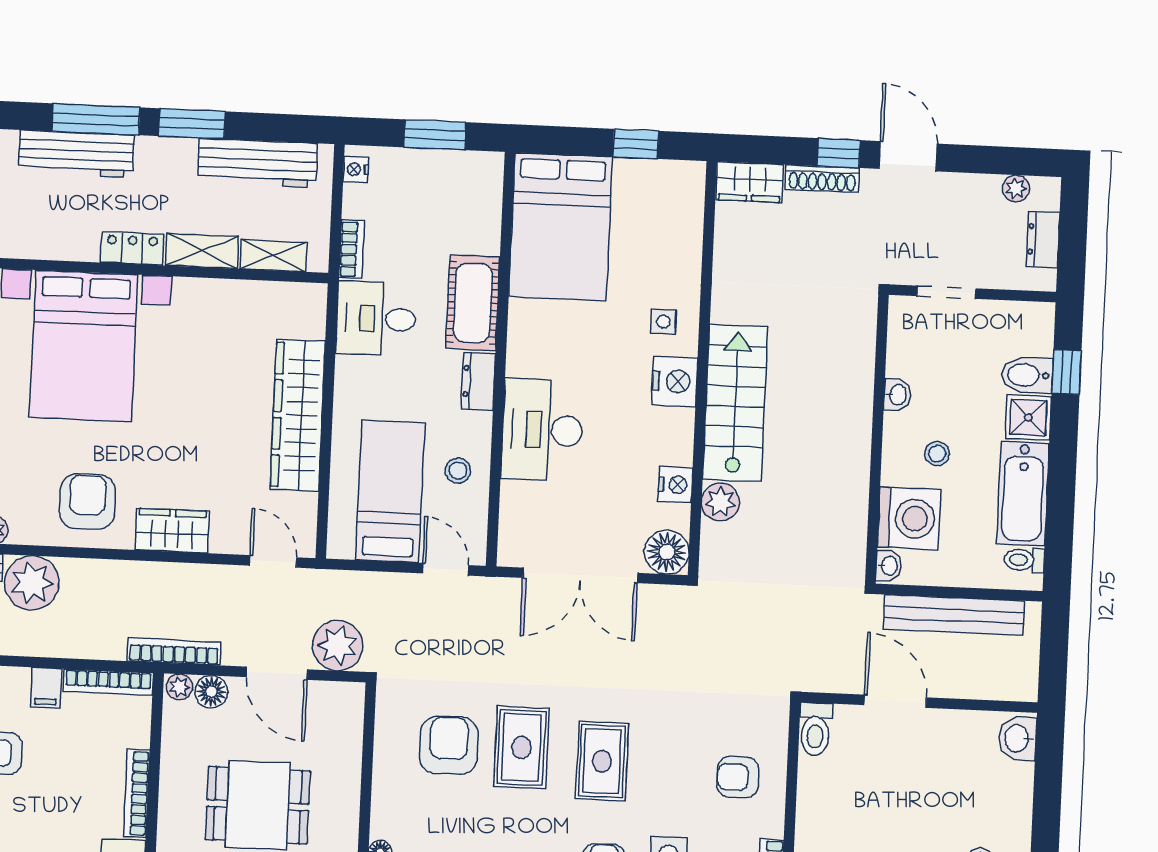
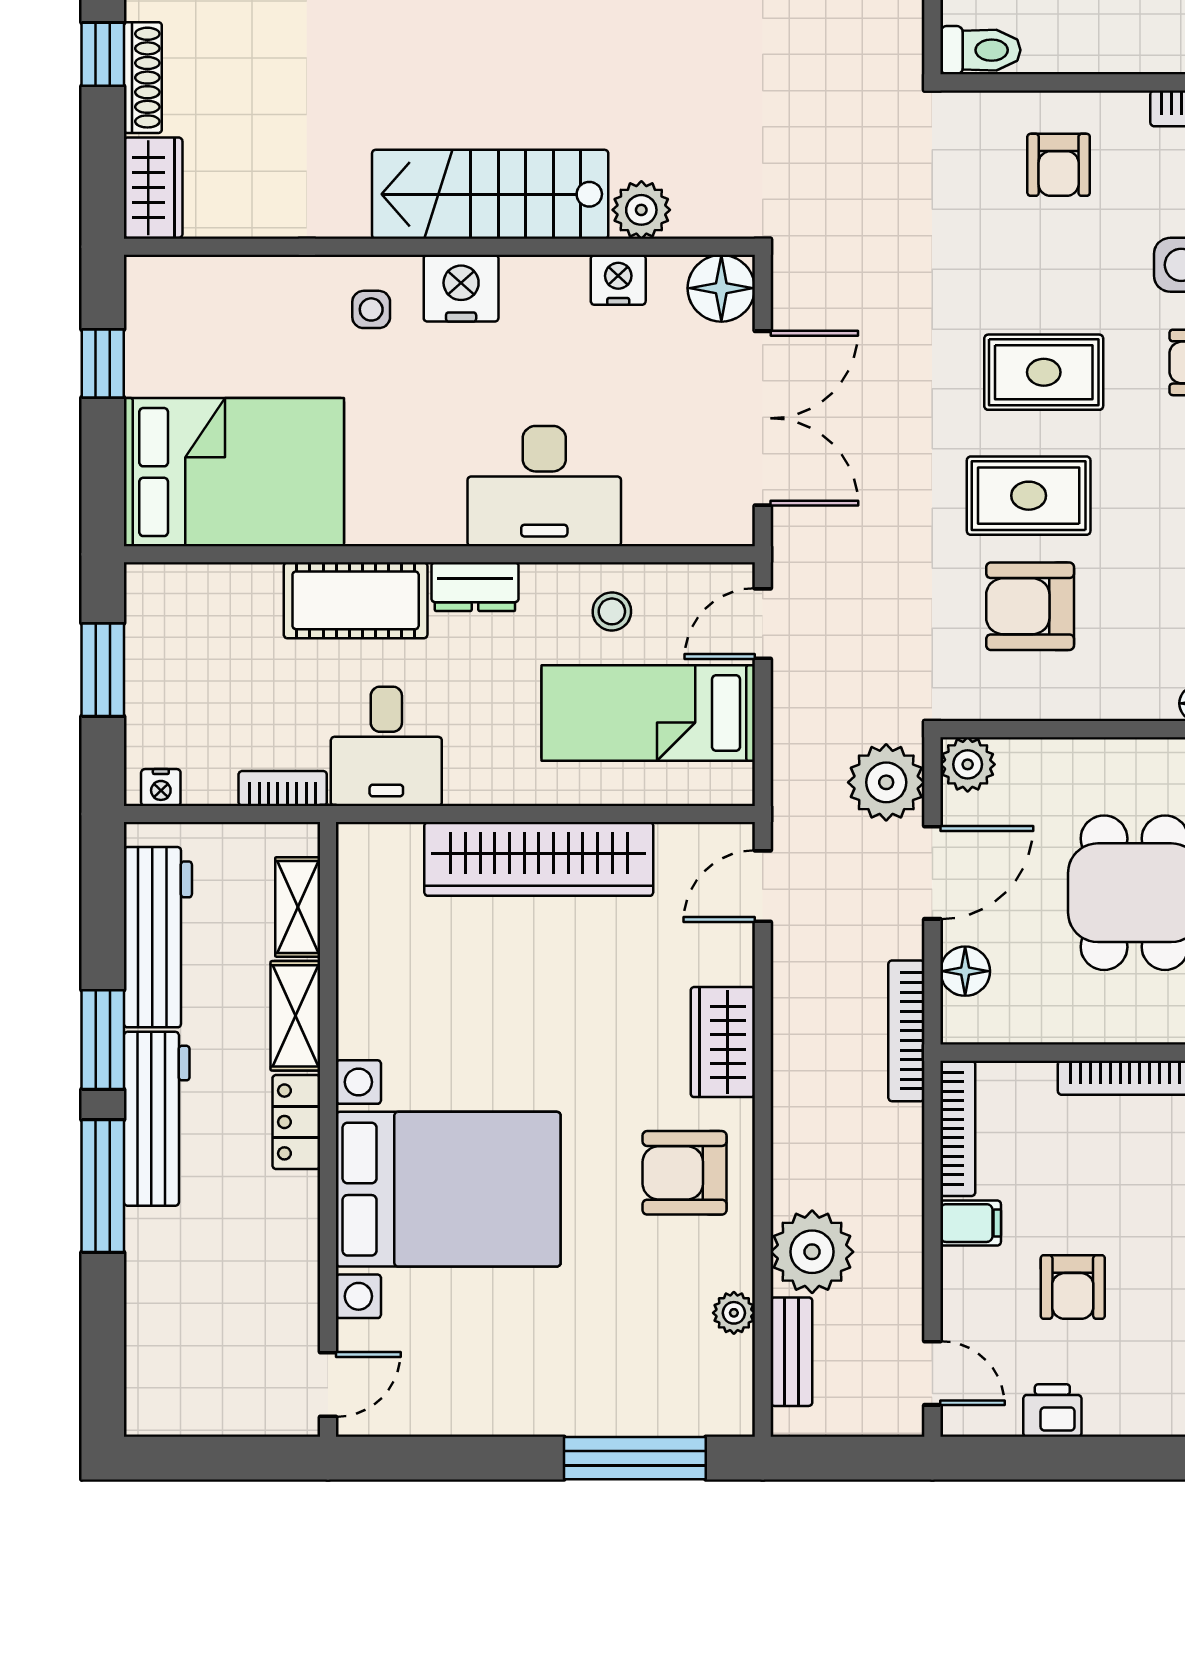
workbench: (76, 154) -> (157, 1119), moved
plant: (179, 687) -> (968, 764), moved, width x1.38, depth x1.38

